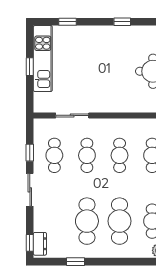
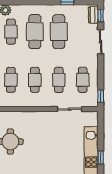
window: (30, 67) -> (101, 158), moved
window: (30, 153) -> (101, 96), moved
sliding door: (30, 190) -> (101, 42), moved

